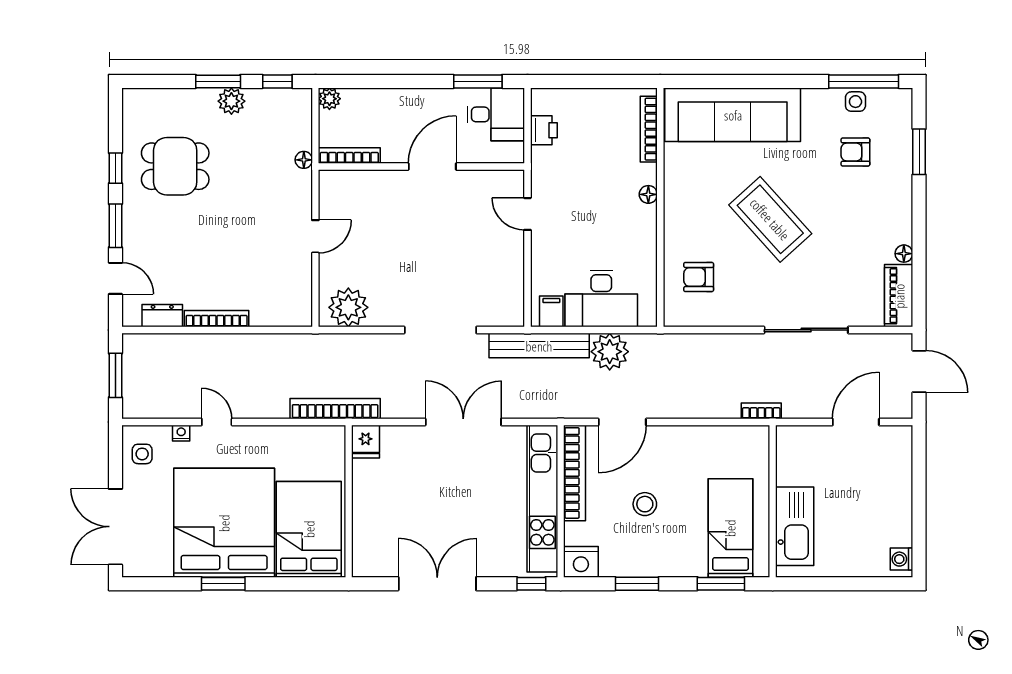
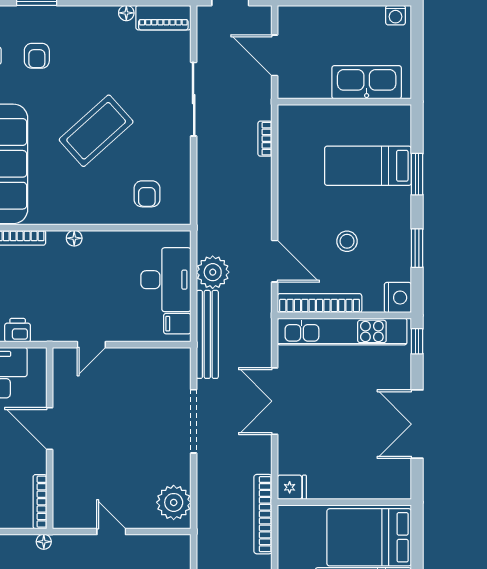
wall: (773, 501) -> (344, 102), moved
kitchen sink: (795, 526) -> (367, 82), moved

